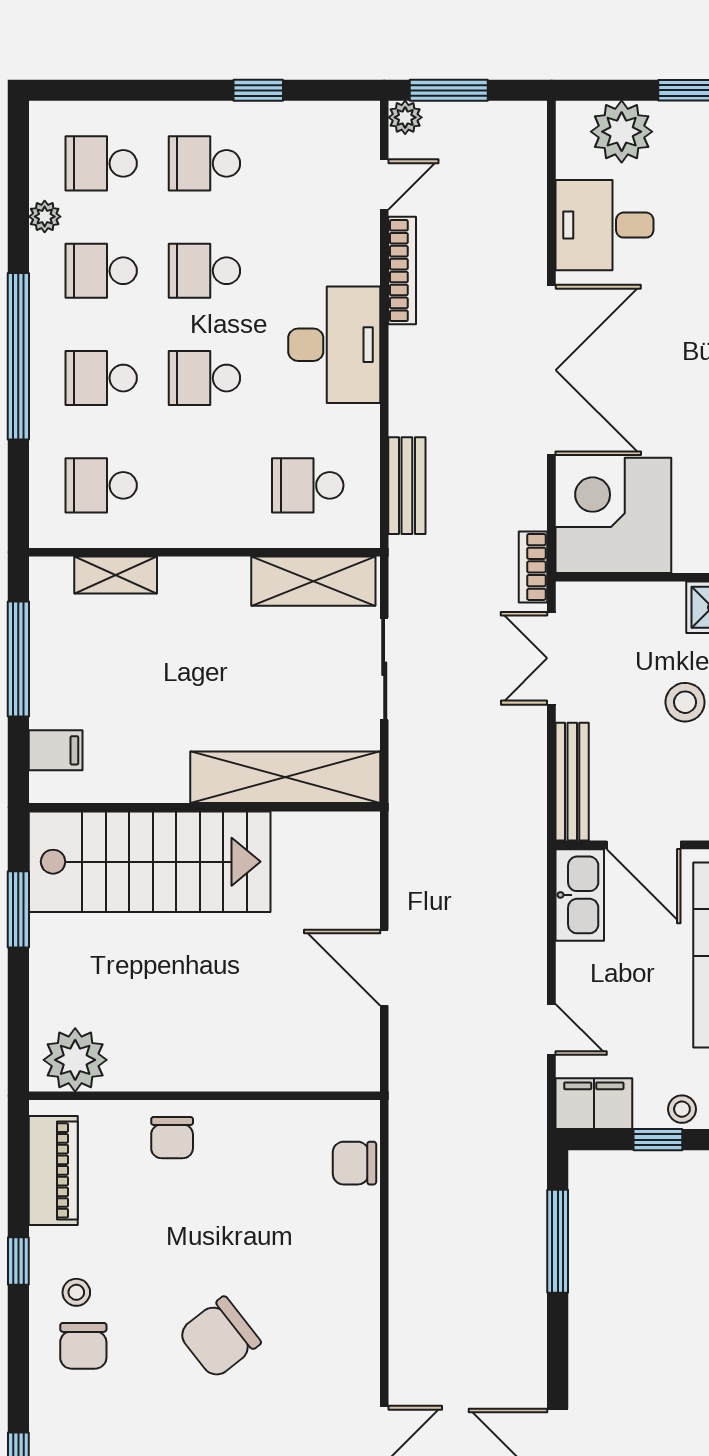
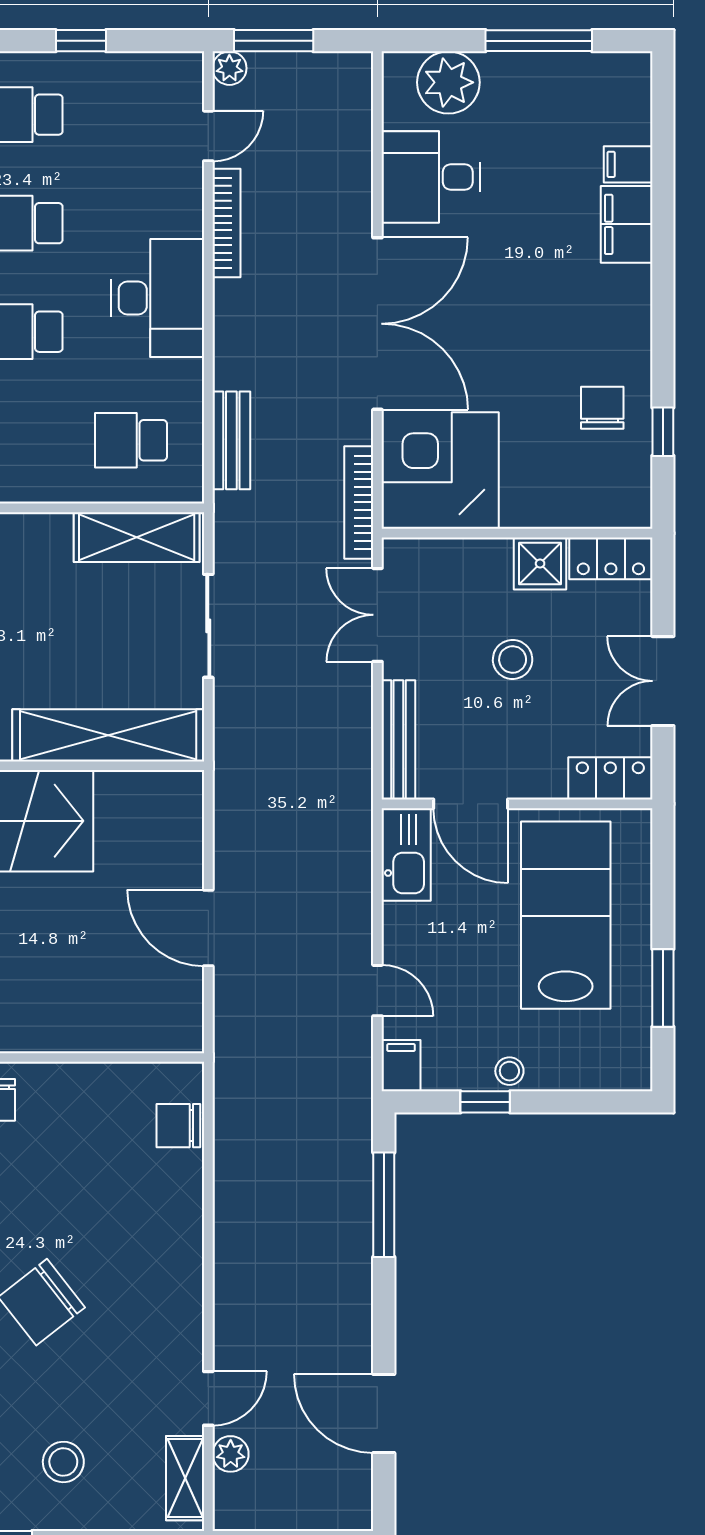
bookcase: (533, 567) -> (359, 502), width x1.56
filing cabinet: (594, 1104) -> (401, 1066), width x0.50

